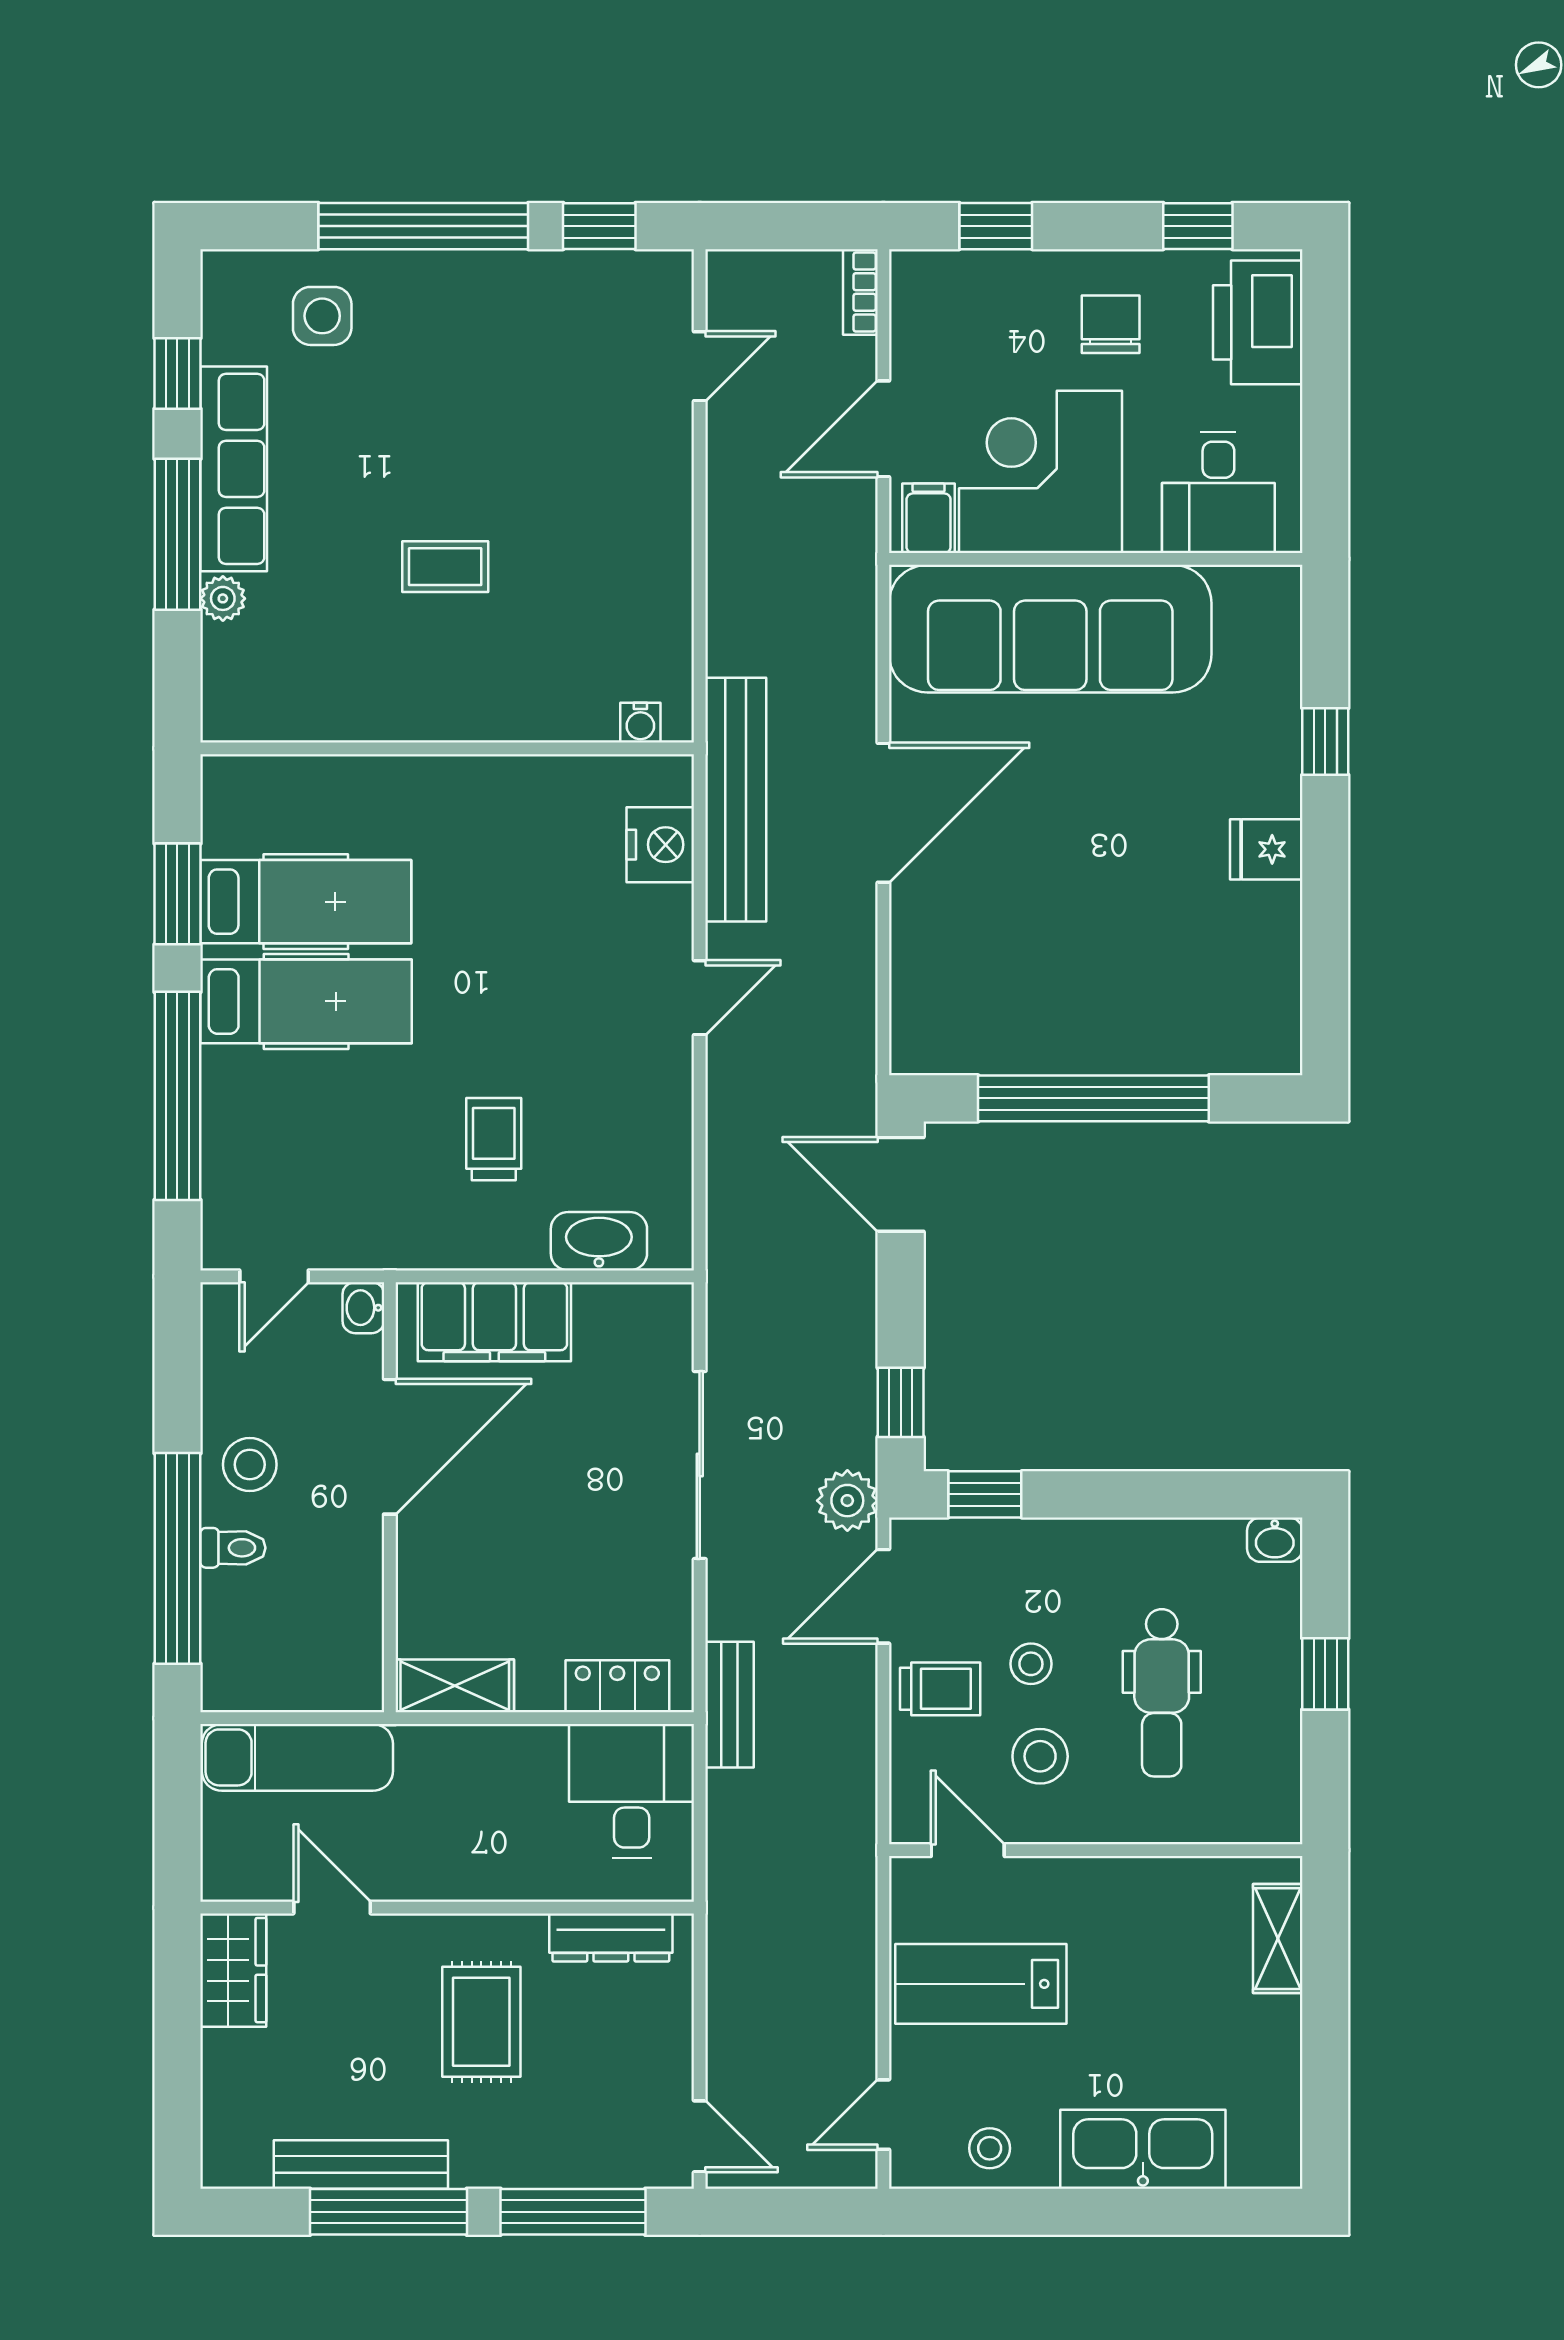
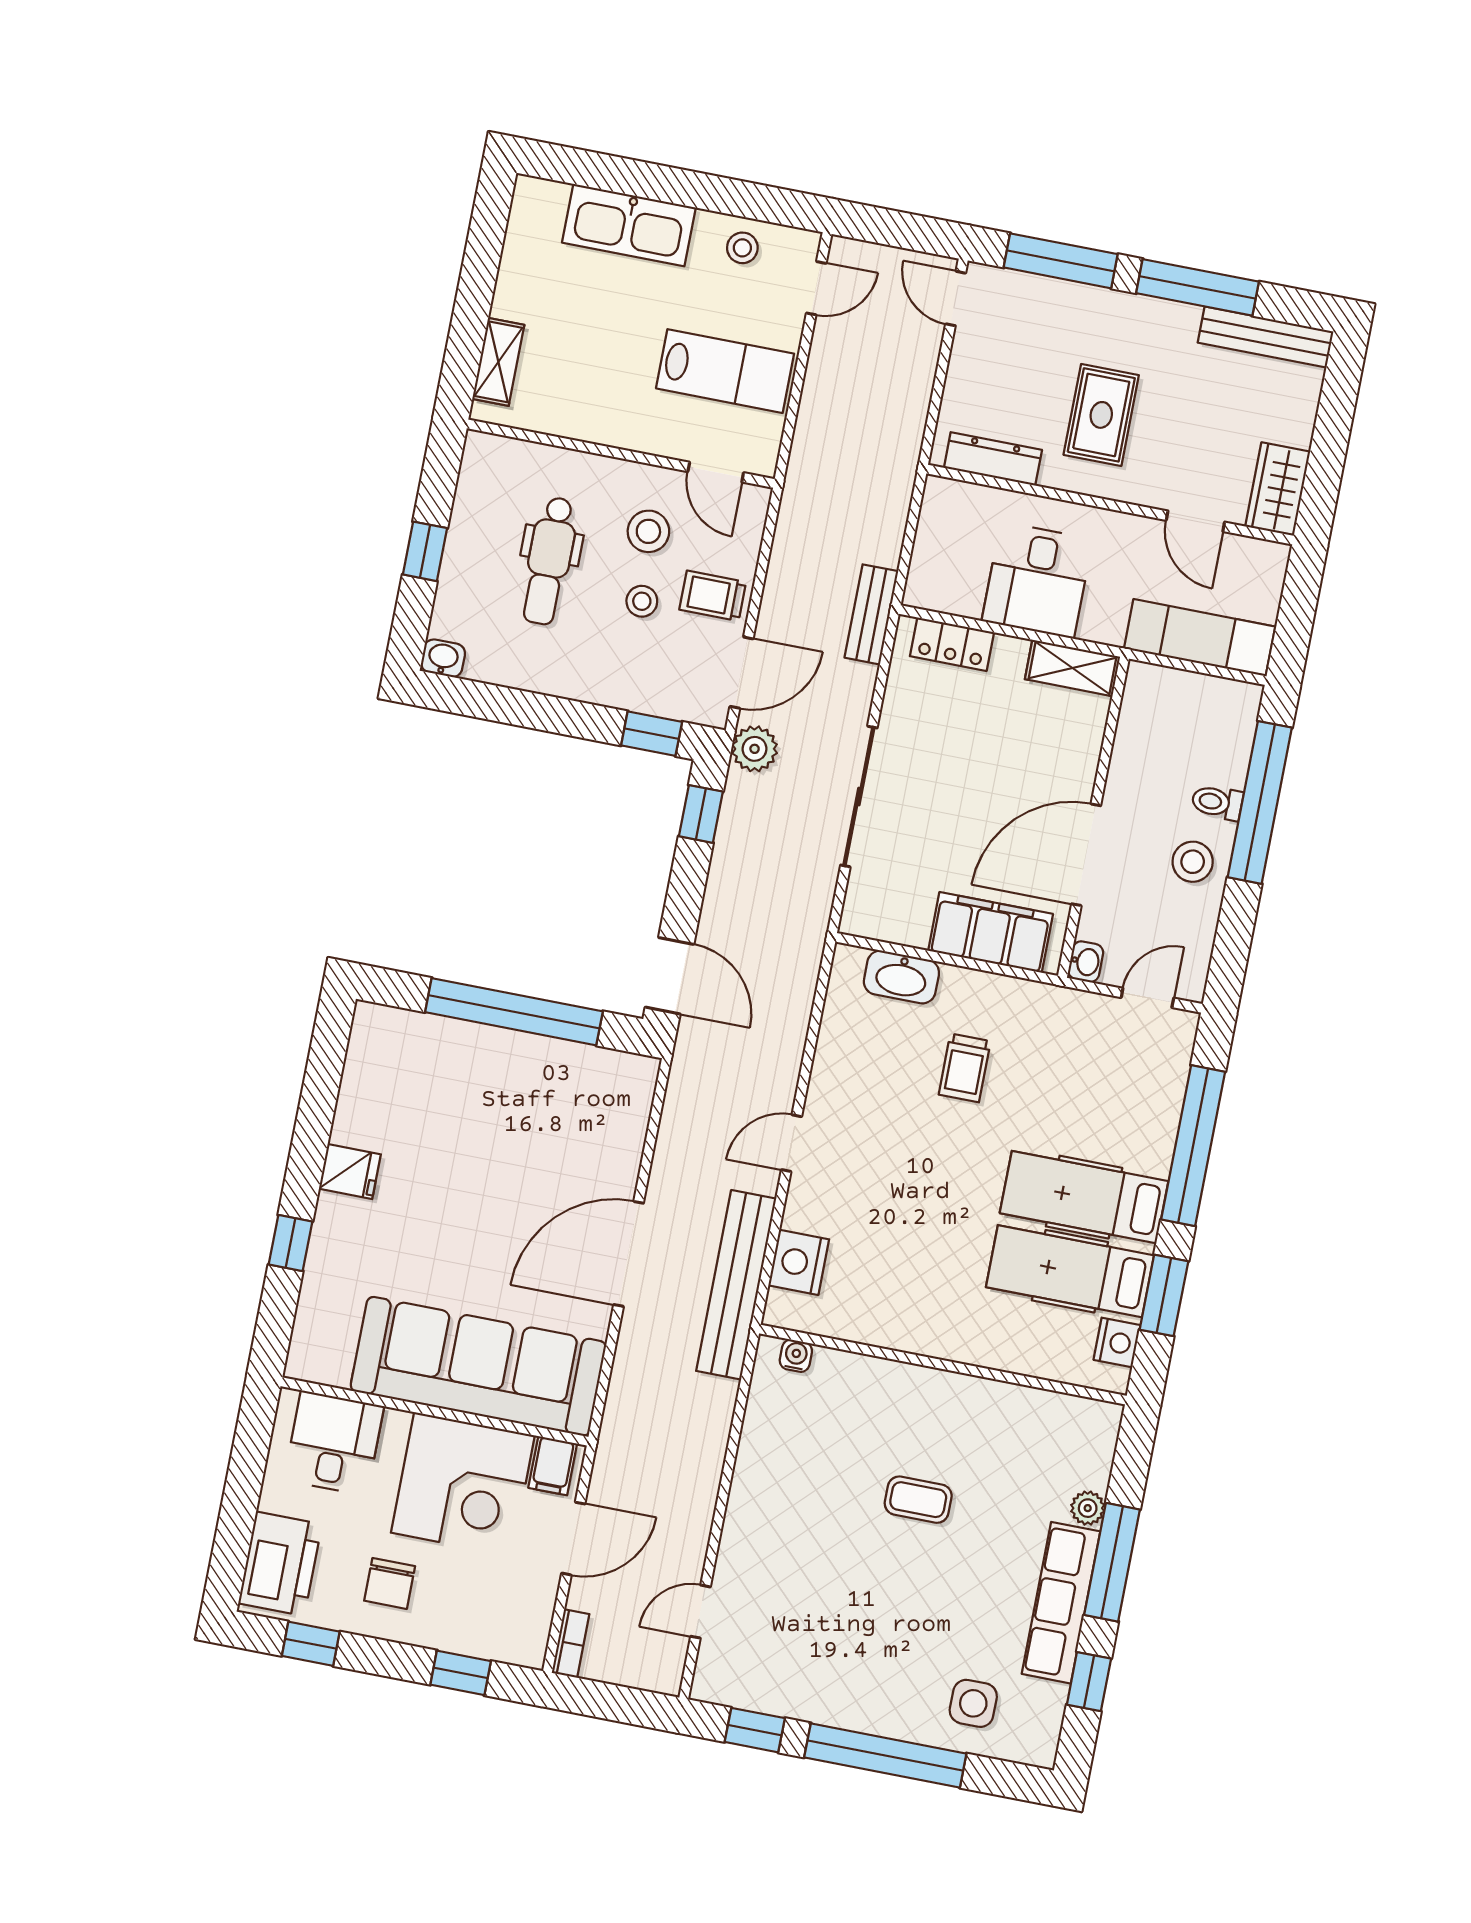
nightstand: (227, 821) -> (1117, 1342), added
dental chair: (1162, 1693) -> (549, 561), turned 180
desk: (632, 1791) -> (1037, 580), moved
bench: (361, 2164) -> (1266, 337), moved

